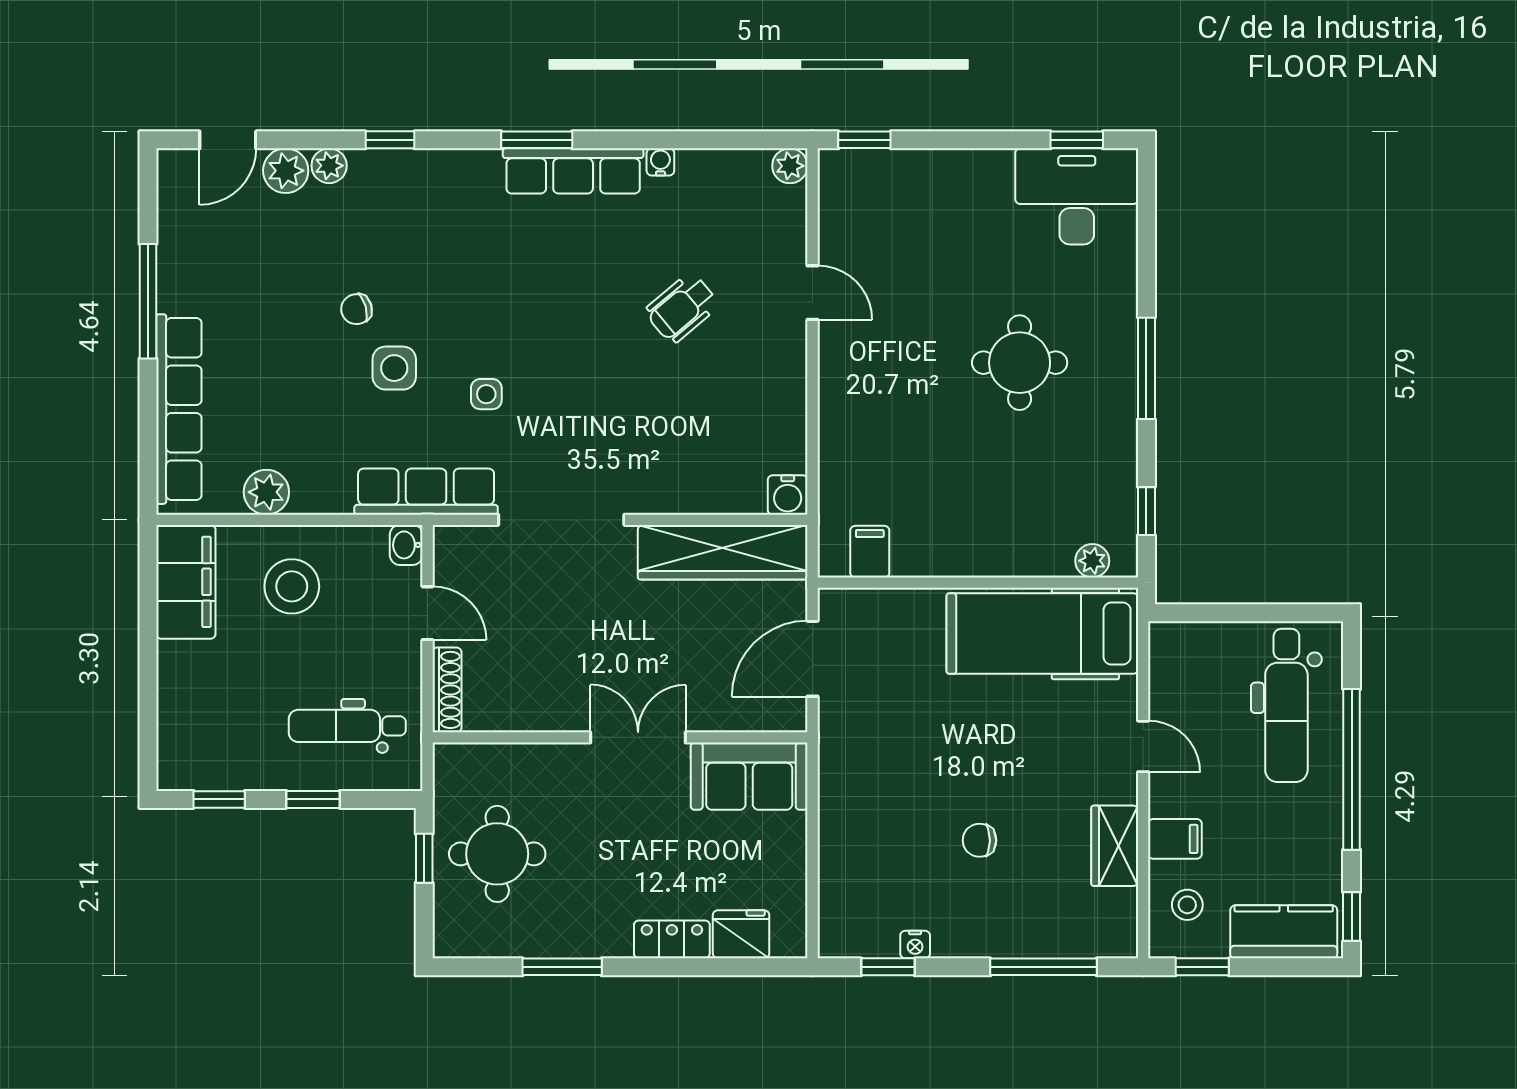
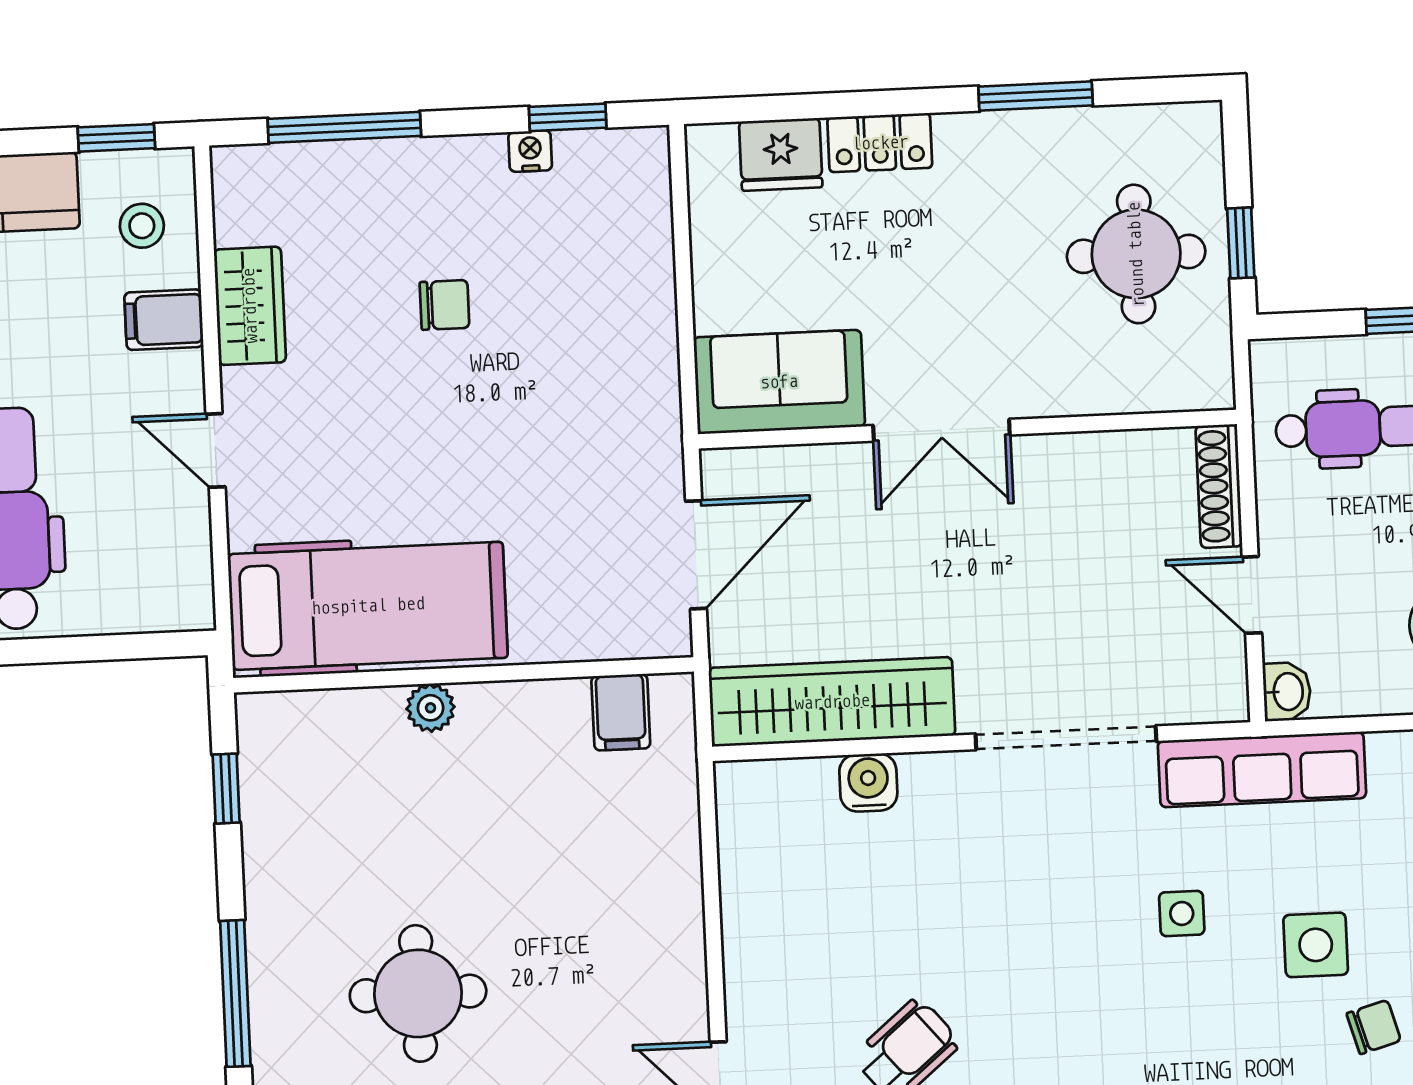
water cooler: (788, 495) -> (868, 783), moved
plant: (1092, 561) -> (431, 708), moved

